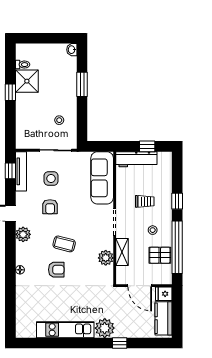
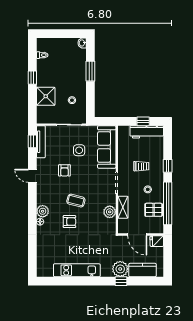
shower: (27, 81) -> (46, 96), moved
workbench: (136, 159) -> (147, 132), moved
side table: (51, 178) -> (79, 150), moved
plant: (23, 234) -> (43, 211), moved
kitchen counter: (164, 318) -> (142, 270), moved, turned 90
plant: (105, 328) -> (120, 269), moved

